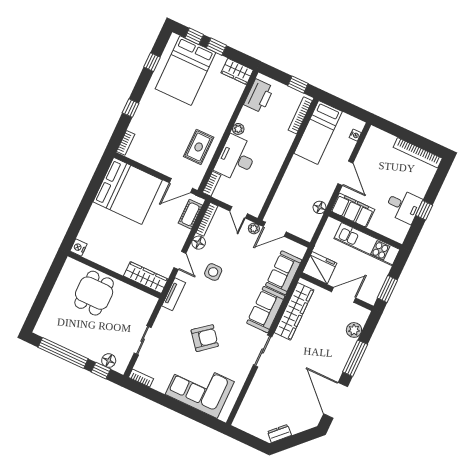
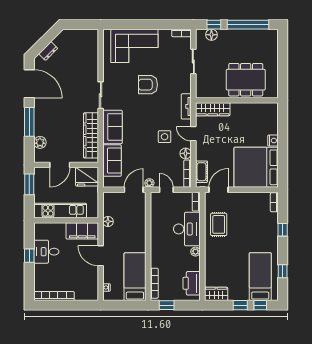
bed: (185, 71) -> (260, 277), width x0.67
nightstand: (79, 248) -> (273, 141), moved
dining table: (94, 293) -> (246, 80), width x1.38
armchair: (205, 338) -> (148, 85), turned 39
dresser: (279, 433) -> (48, 51), moved

